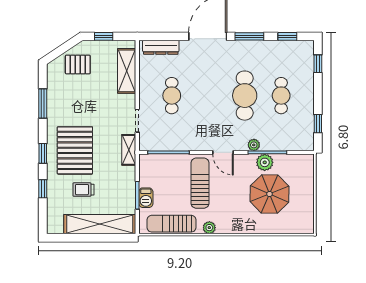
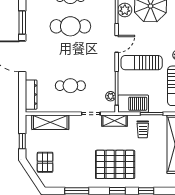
plant: (254, 145) -> (111, 96), moved
trolley: (83, 190) -> (143, 129), moved
barbecue: (146, 198) -> (133, 104), moved, width x1.88, depth x1.53

